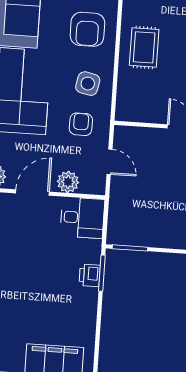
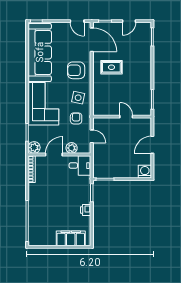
armchair: (87, 29) -> (76, 70), turned 90
rug: (144, 47) -> (111, 67), moved, turned 90
printer: (90, 275) -> (86, 210), moved

